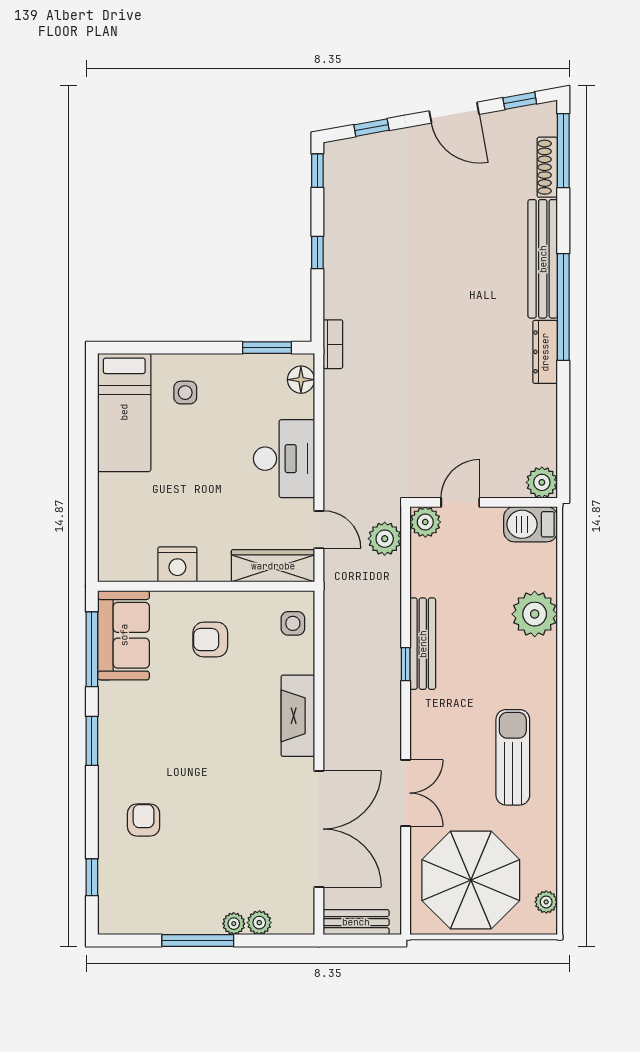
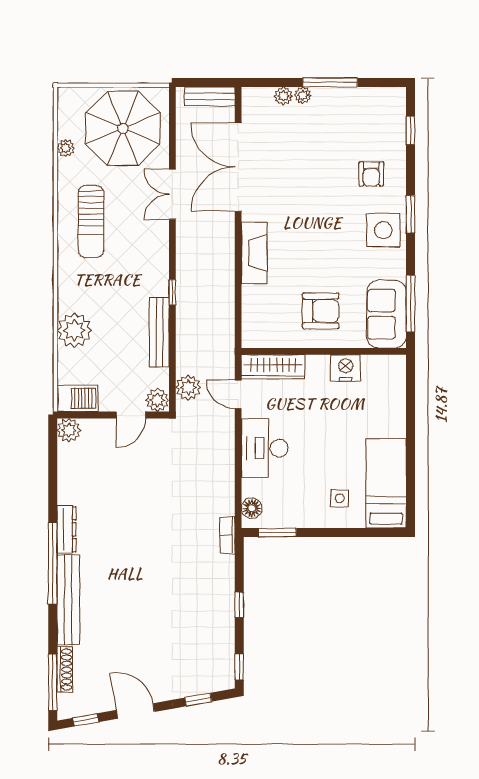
side table: (293, 623) -> (383, 230), moved, width x1.87, depth x1.87
armchair: (210, 640) -> (321, 311), width x1.38, depth x1.38
bench: (423, 644) -> (159, 332), moved
window: (92, 741) -> (411, 214), moved
plant: (546, 902) -> (66, 148), moved

